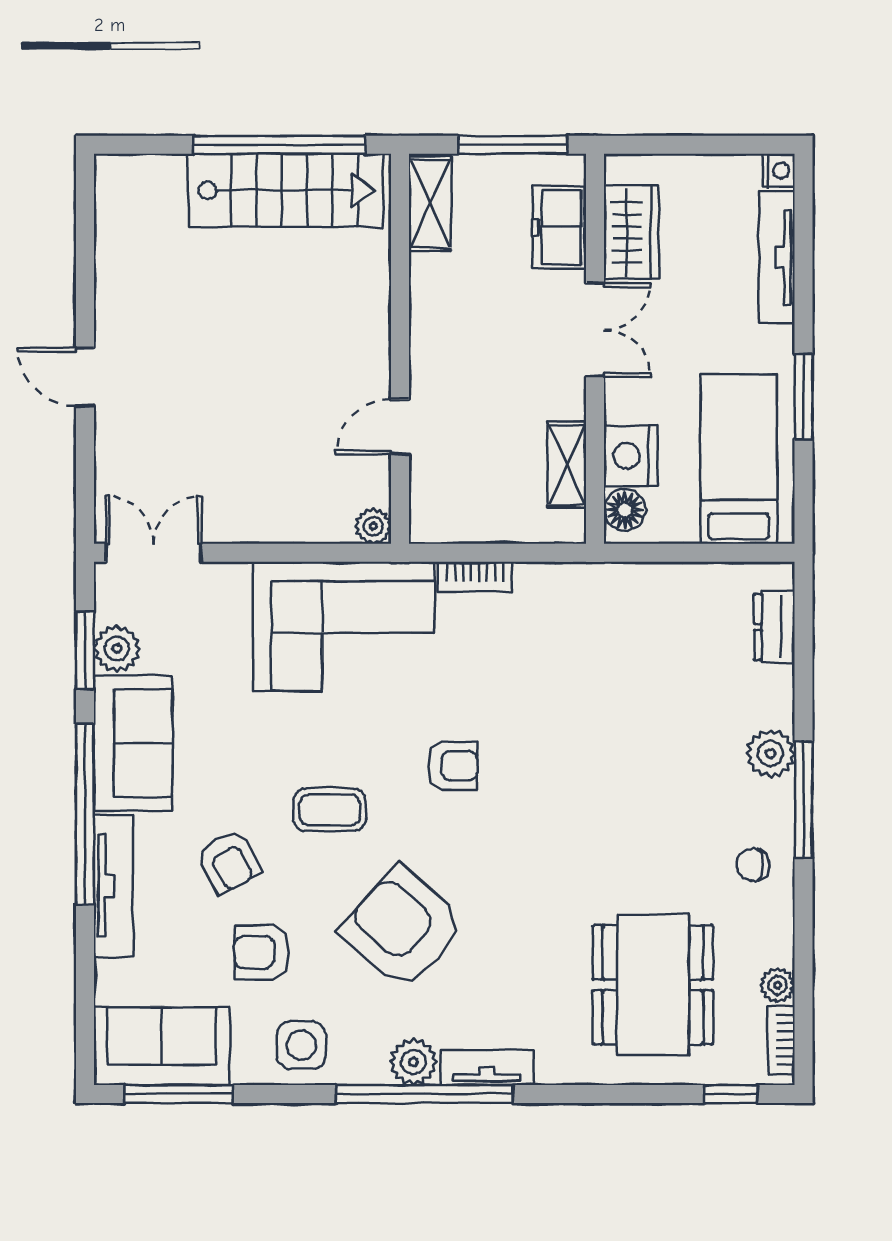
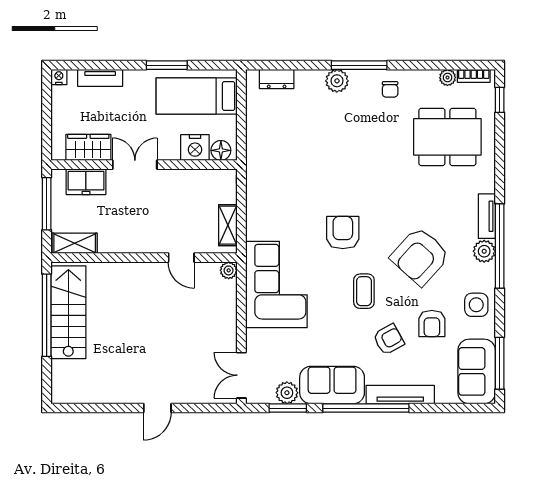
tv unit: (777, 257) -> (100, 78), width x0.71
shelving: (567, 465) -> (228, 225), moved, turned 90
bookcase: (475, 577) -> (253, 222), removed
armchair: (453, 766) -> (343, 233), width x1.38, depth x1.38

